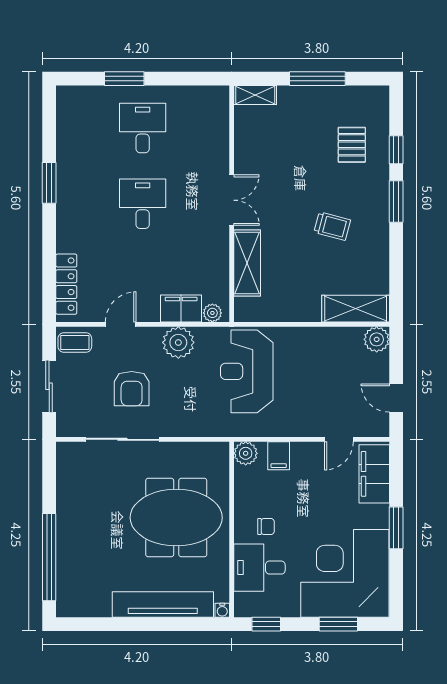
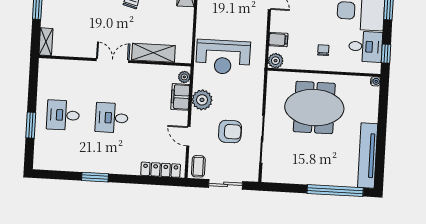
meeting table: (176, 518) -> (314, 108), turned 90
desk: (259, 568) -> (366, 47), moved, turned -90
tv unit: (163, 604) -> (368, 156), moved

